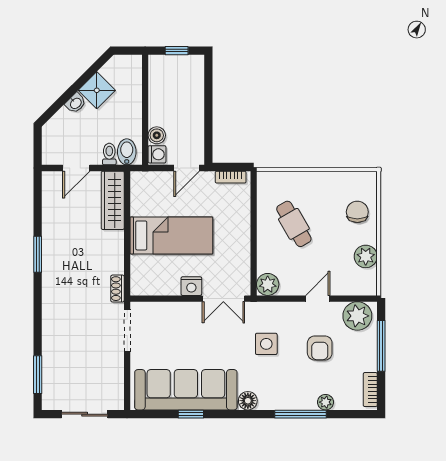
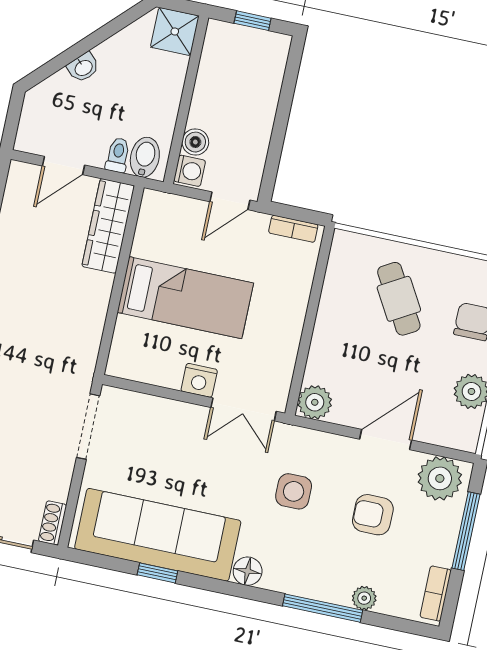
shower: (97, 90) -> (175, 31), moved, turned 45
cafe table: (294, 224) -> (399, 299), moved
shoe rack: (117, 289) -> (53, 523), moved
door: (318, 299) -> (386, 440), width x1.38
armchair: (320, 348) -> (373, 515), turned 90

